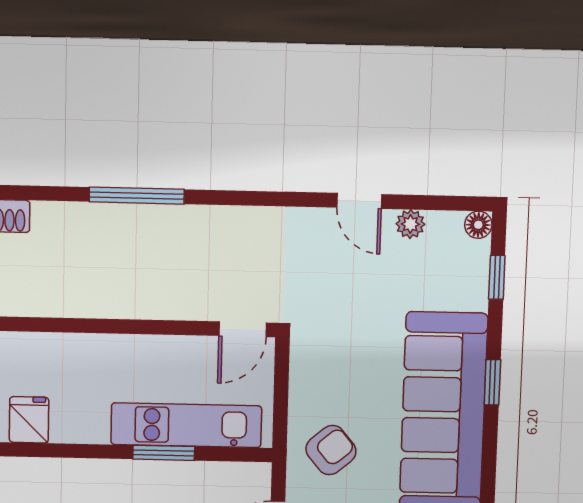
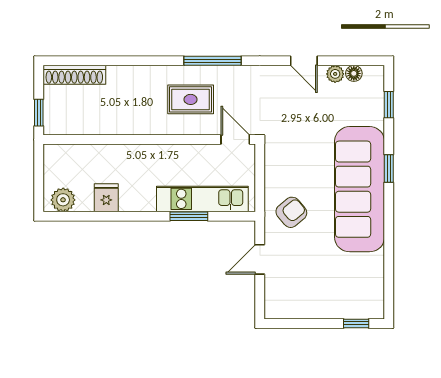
window: (137, 196) -> (213, 61), moved
floor lamp: (478, 225) -> (354, 73), moved
rug: (170, 261) -> (191, 99), added
door: (243, 329) -> (235, 140), swing flipped

